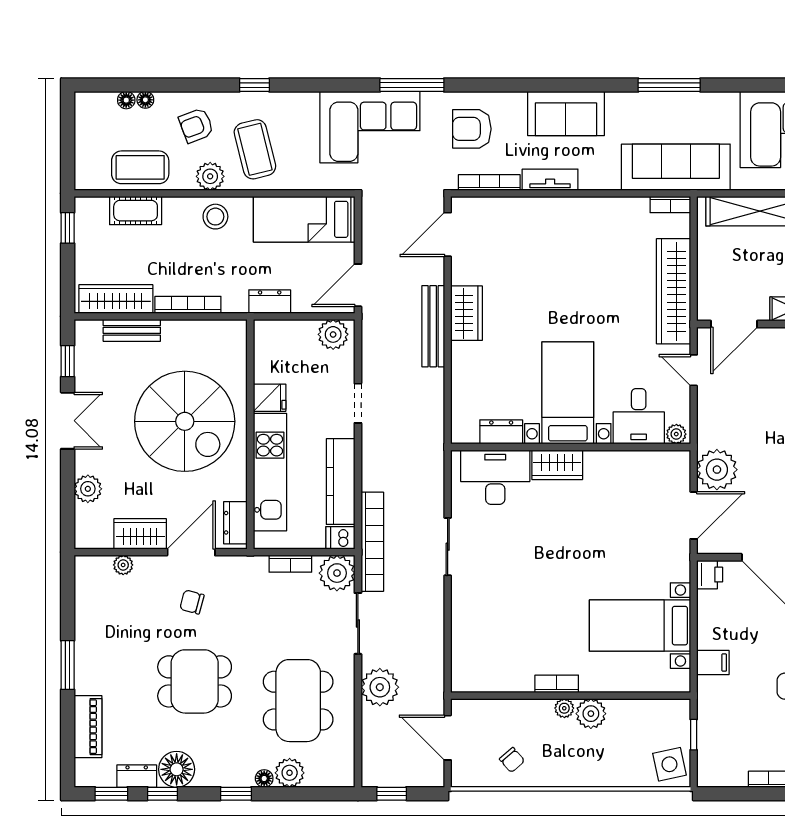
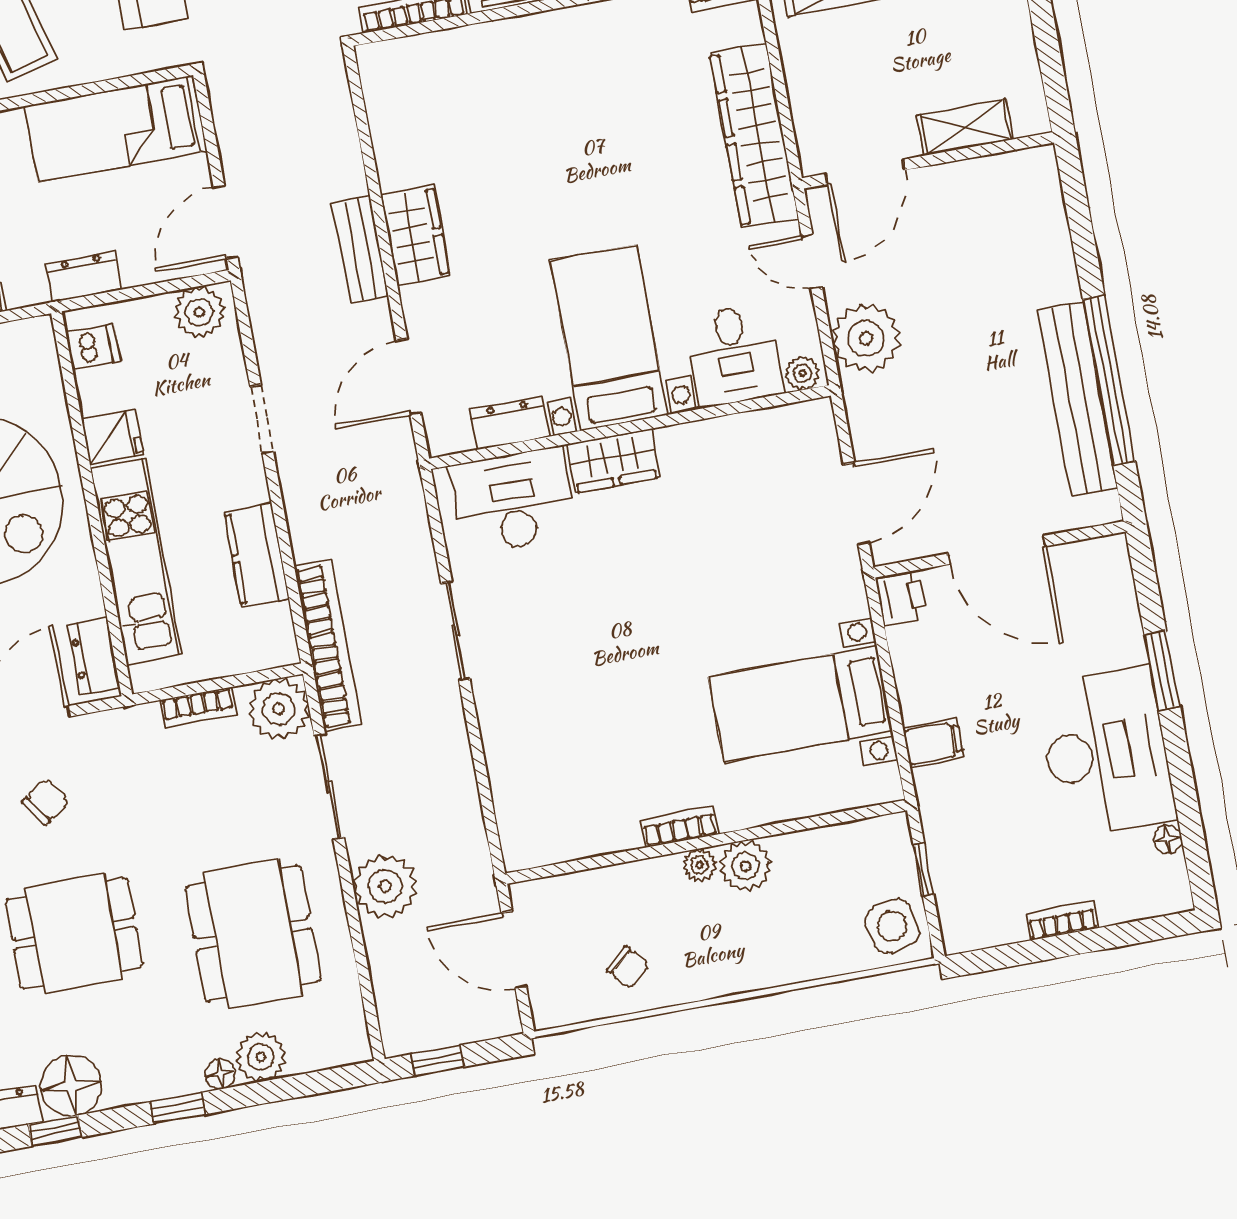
door: (448, 234) -> (409, 377), moved
bench: (433, 326) -> (360, 250), width x0.73
plant: (717, 470) -> (866, 338), moved
kitchen counter: (341, 482) -> (257, 555), width x0.67
dishwasher: (340, 538) -> (93, 347), moved, turned 180
chair: (192, 602) -> (46, 802), turned 130

